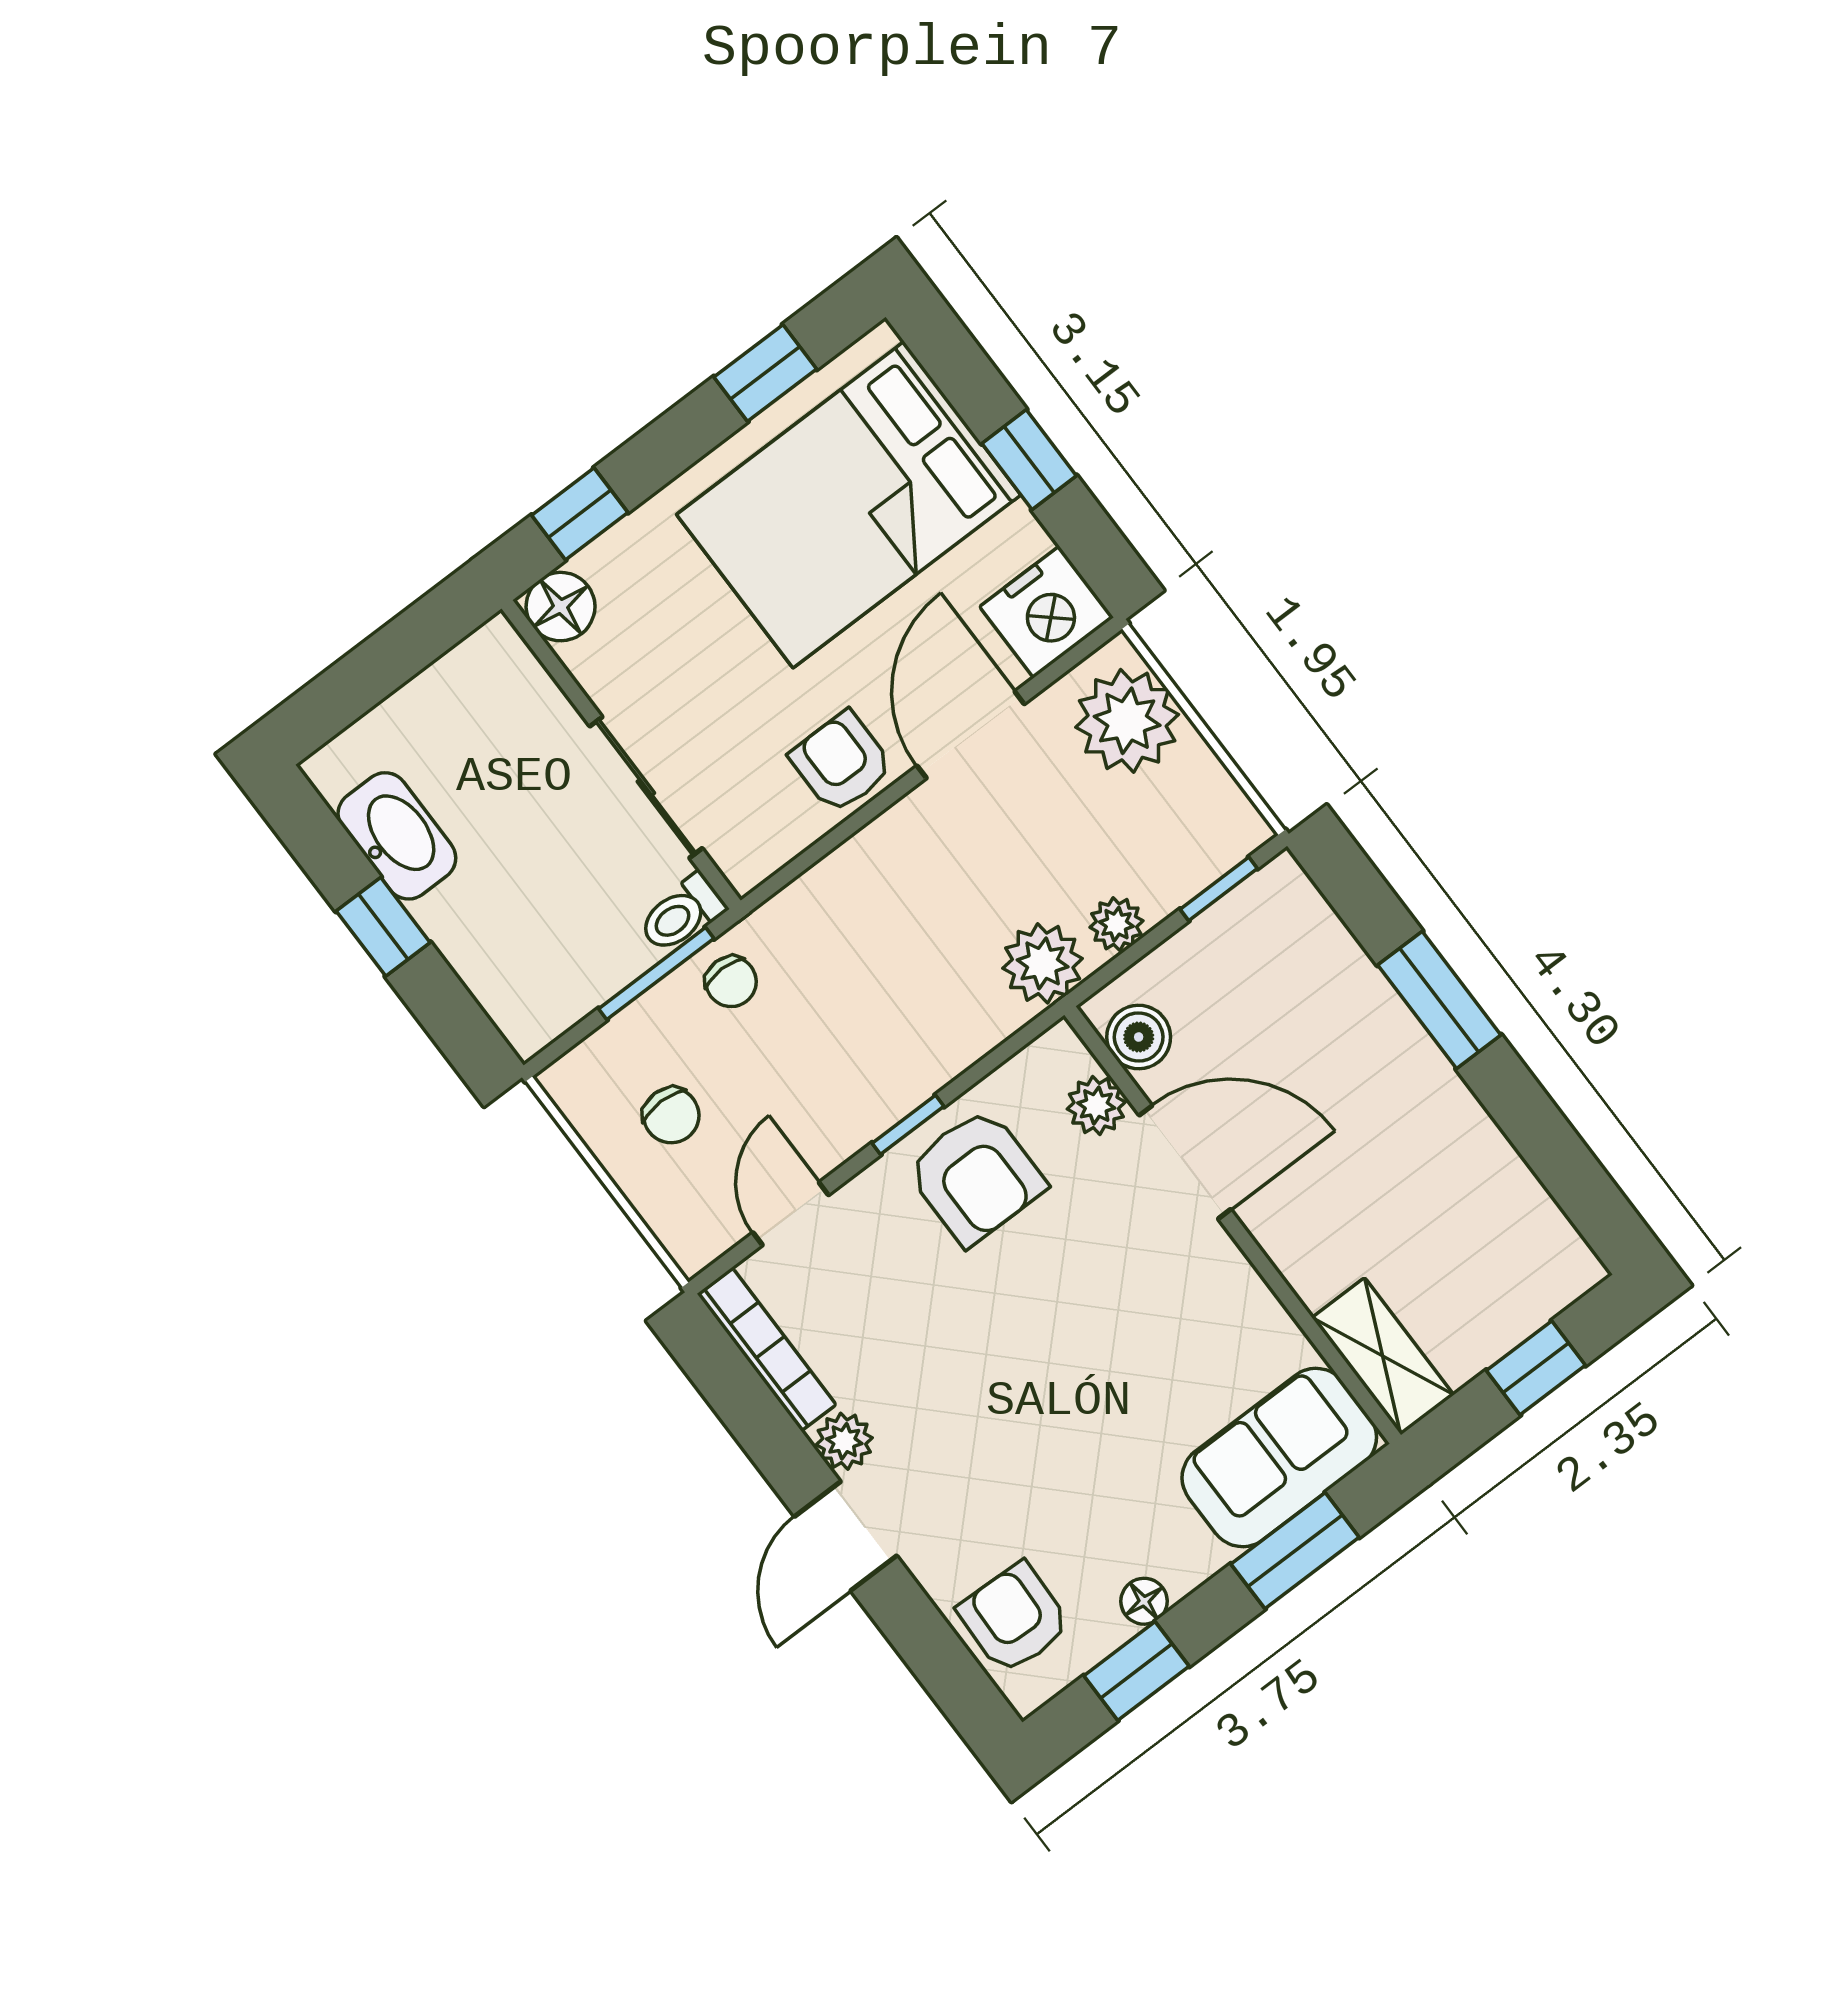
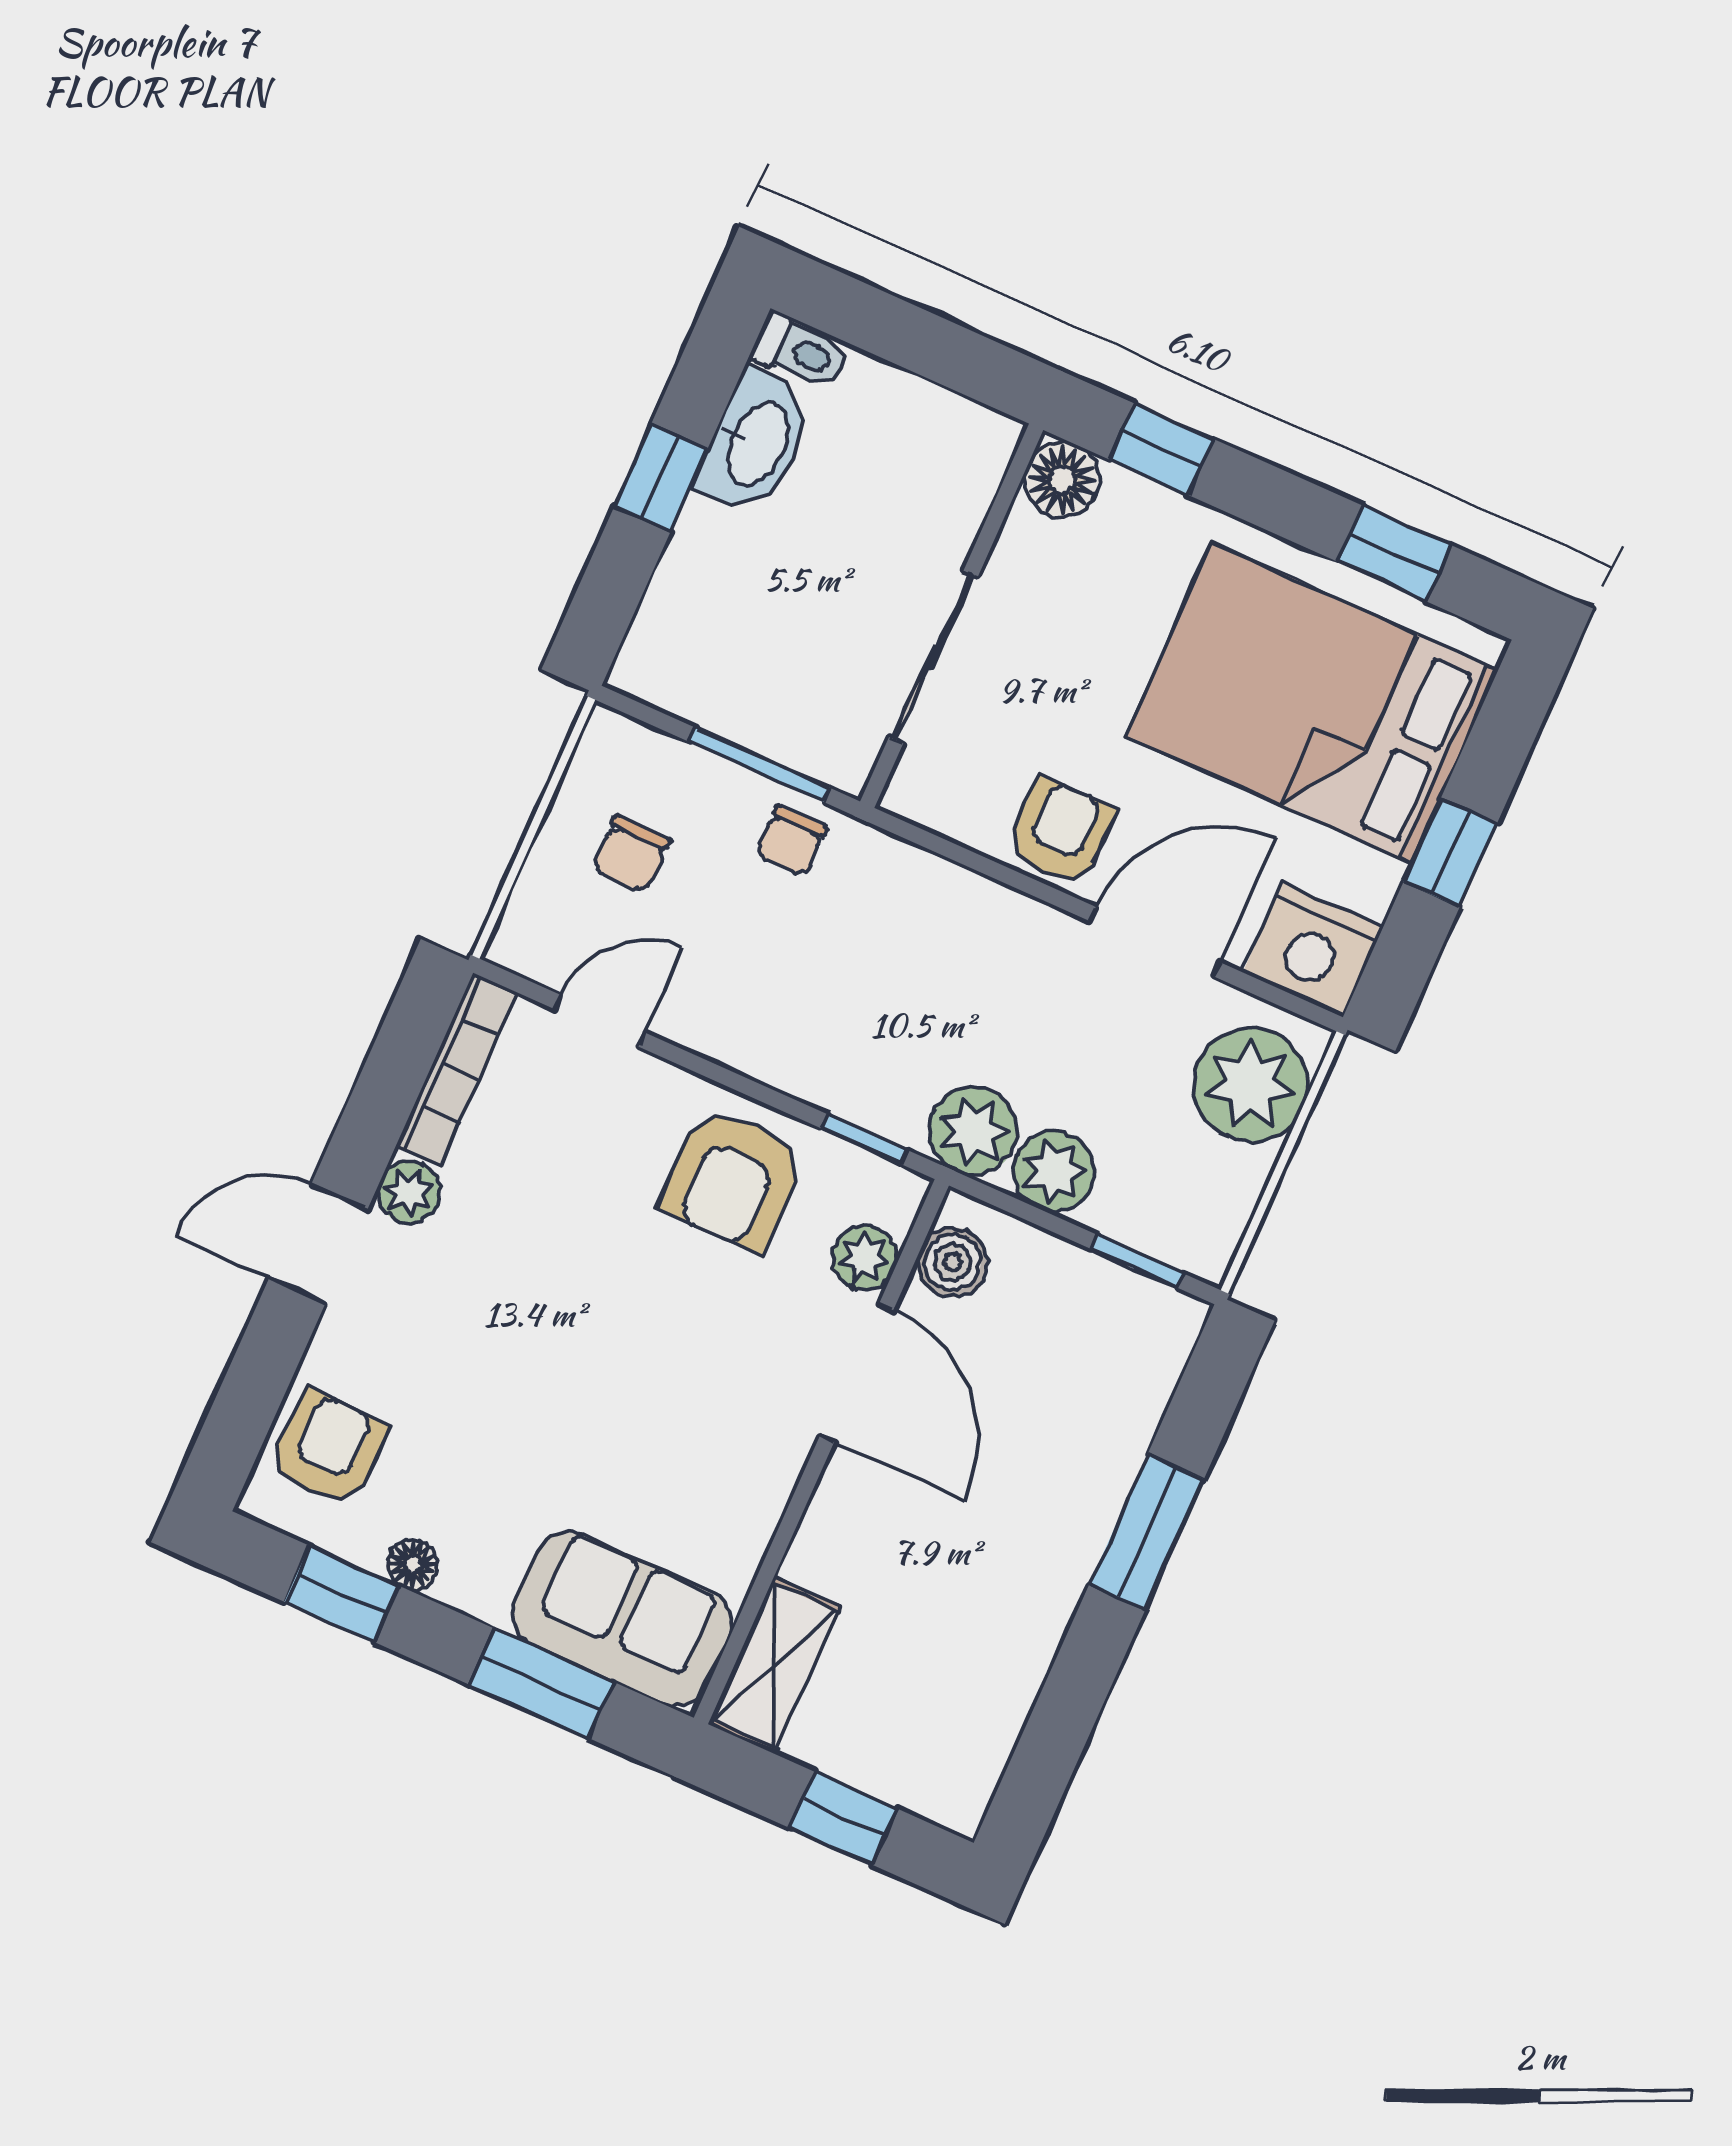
toilet: (682, 914) -> (800, 351), moved, turned 180
plant: (1116, 924) -> (1054, 1171), width x1.38, depth x1.38
window: (908, 1125) -> (864, 1139), moved

